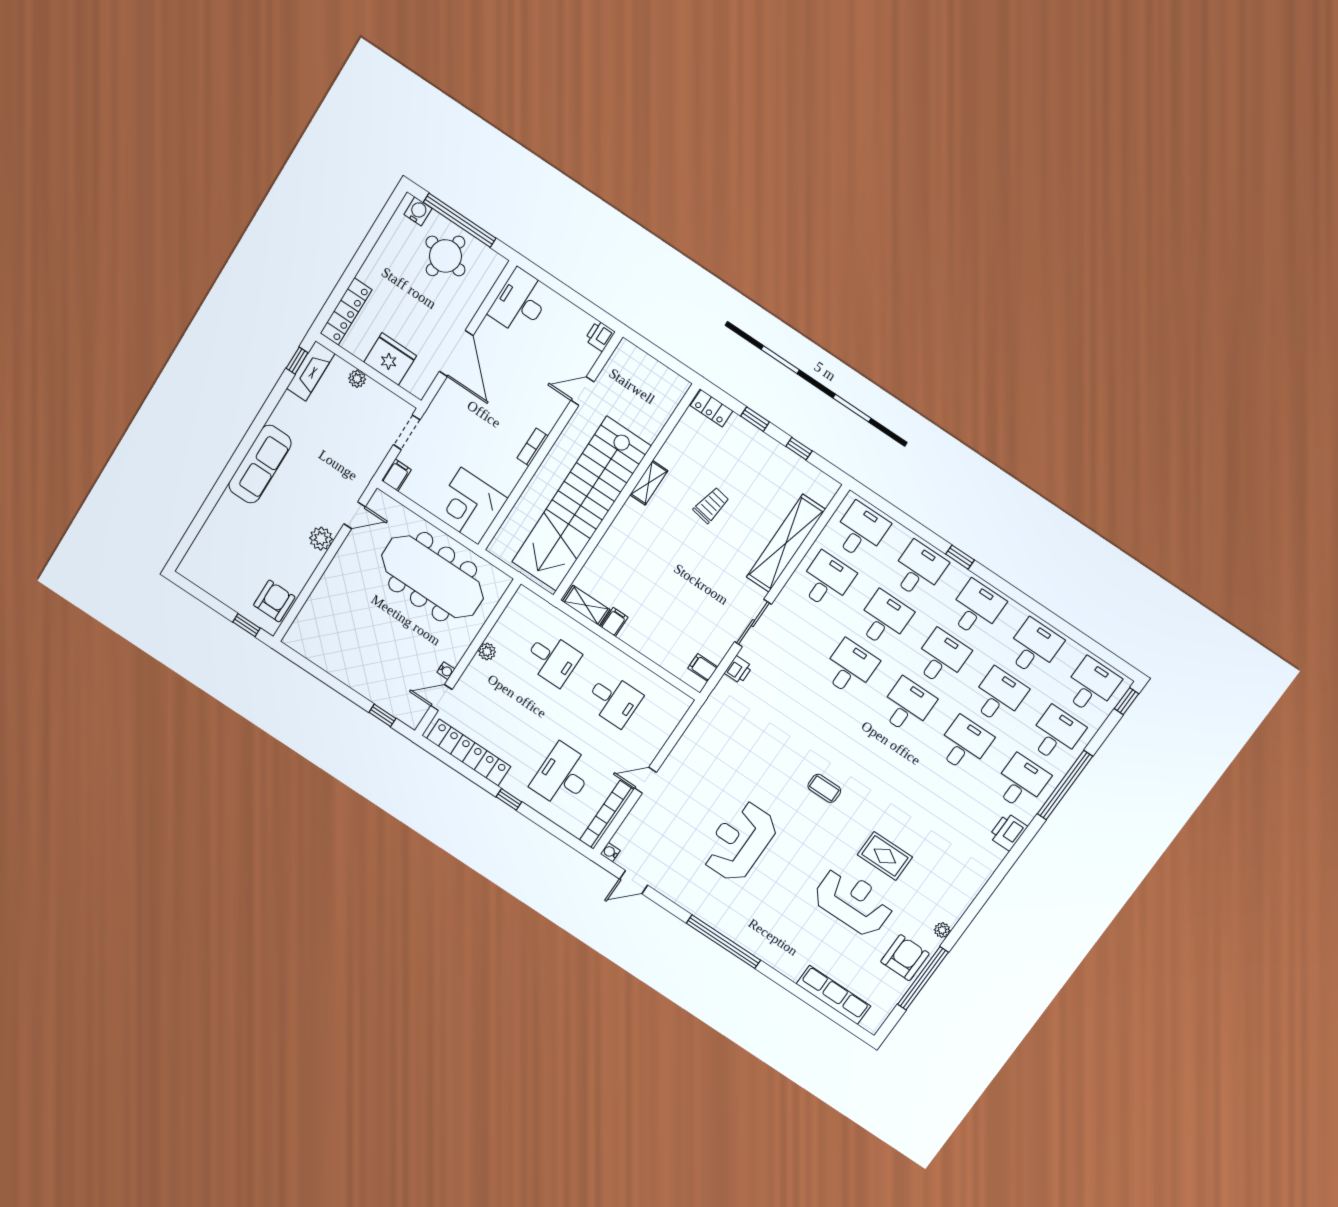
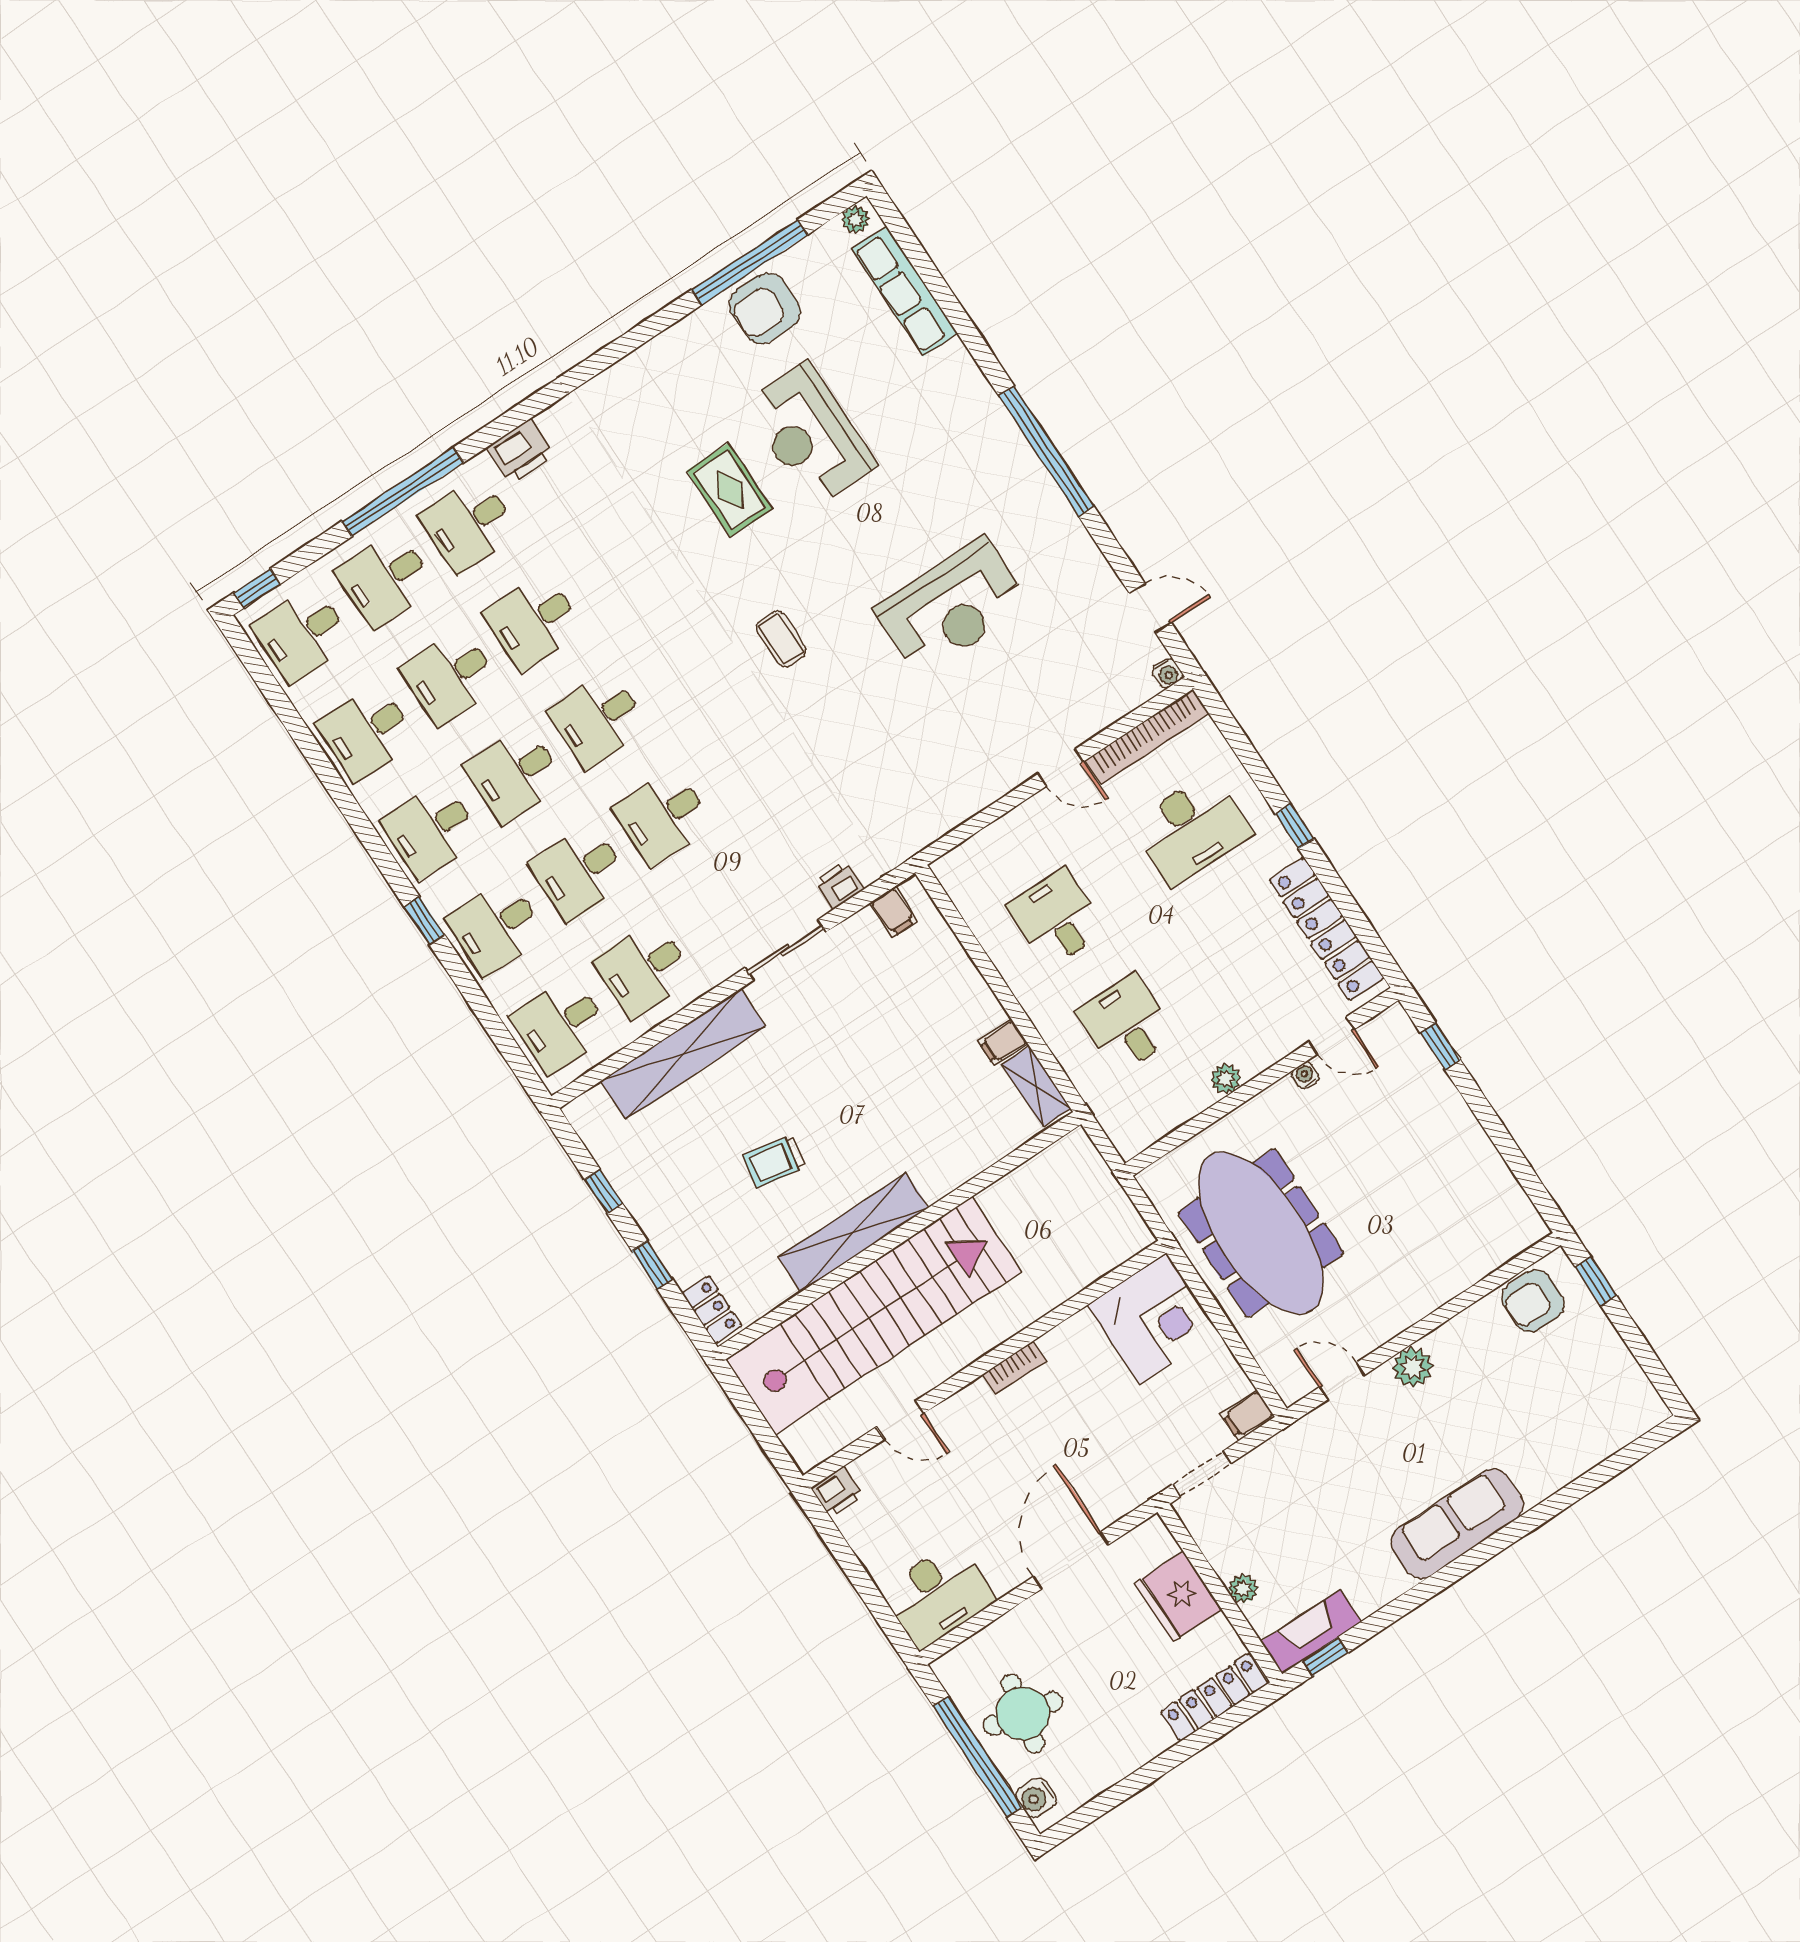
shelving: (649, 483) -> (854, 1232), width x2.20, depth x1.33
stairs: (581, 504) -> (873, 1316), moved
plant: (942, 930) -> (855, 219), moved

